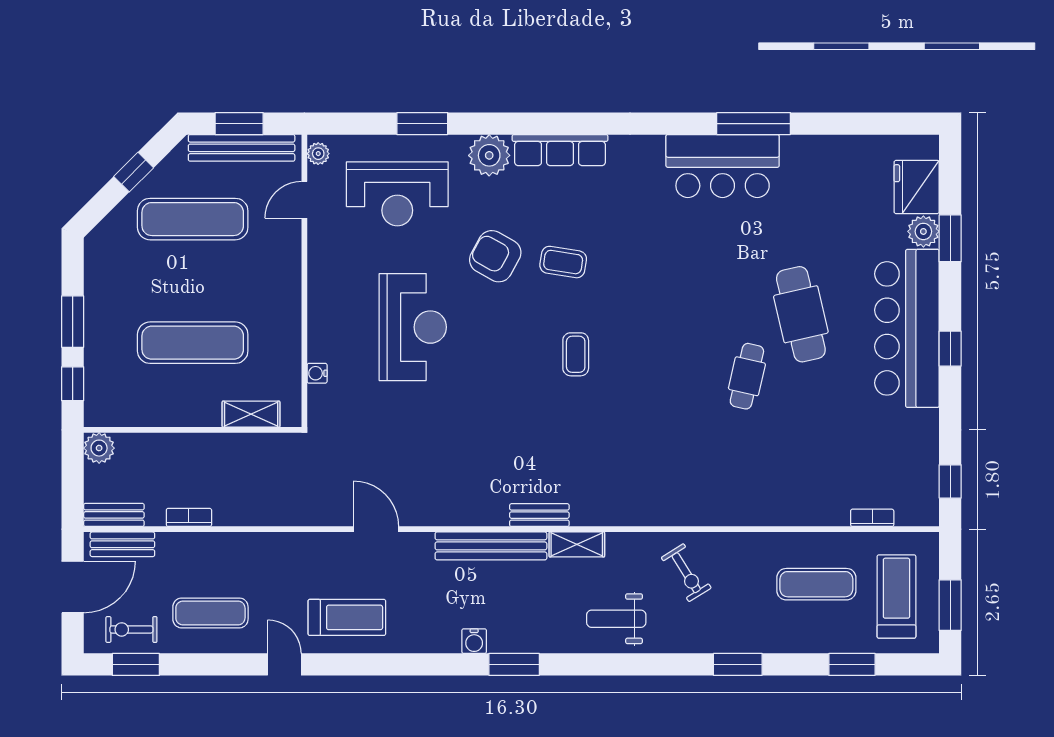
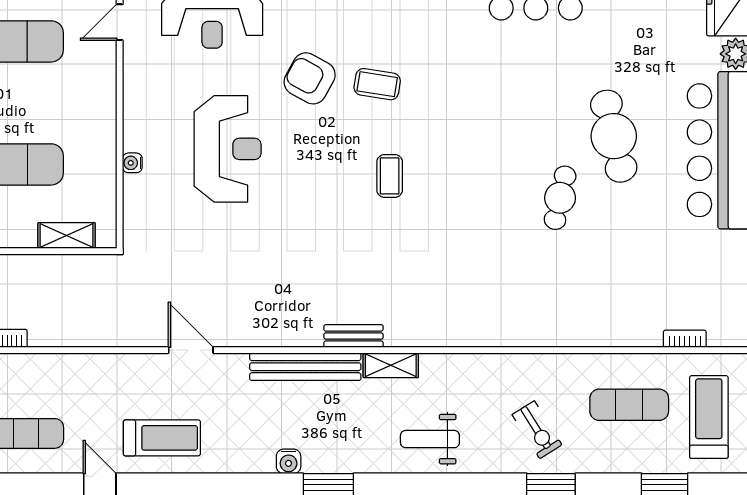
water cooler: (317, 373) -> (132, 163), moved
exercise bike: (686, 573) -> (537, 430), moved

